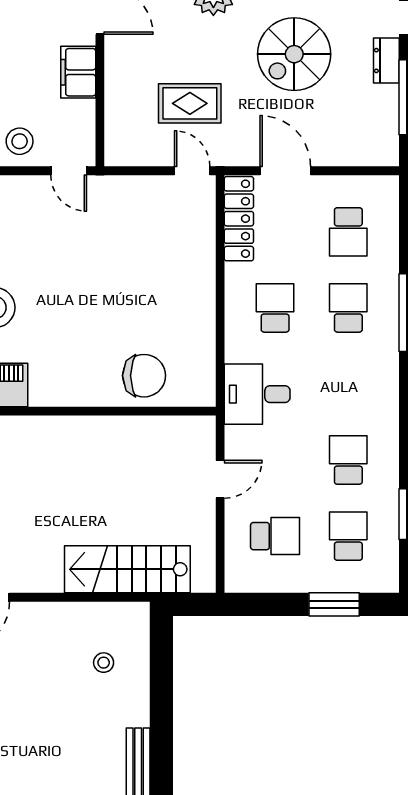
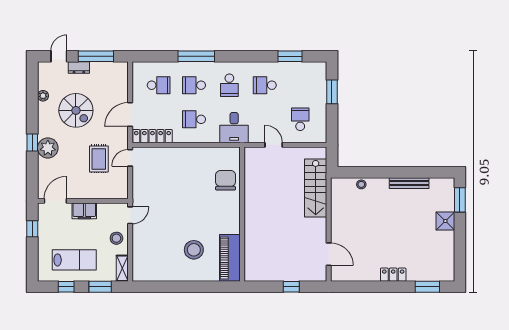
school desk: (348, 536) -> (229, 85), moved, turned -90
stool: (104, 663) -> (361, 184), moved

